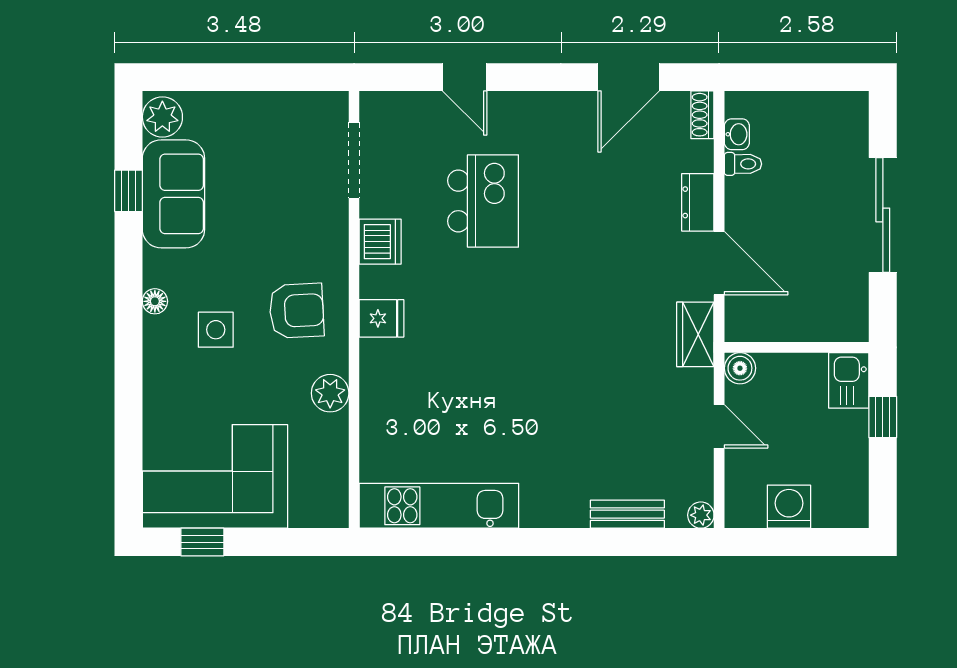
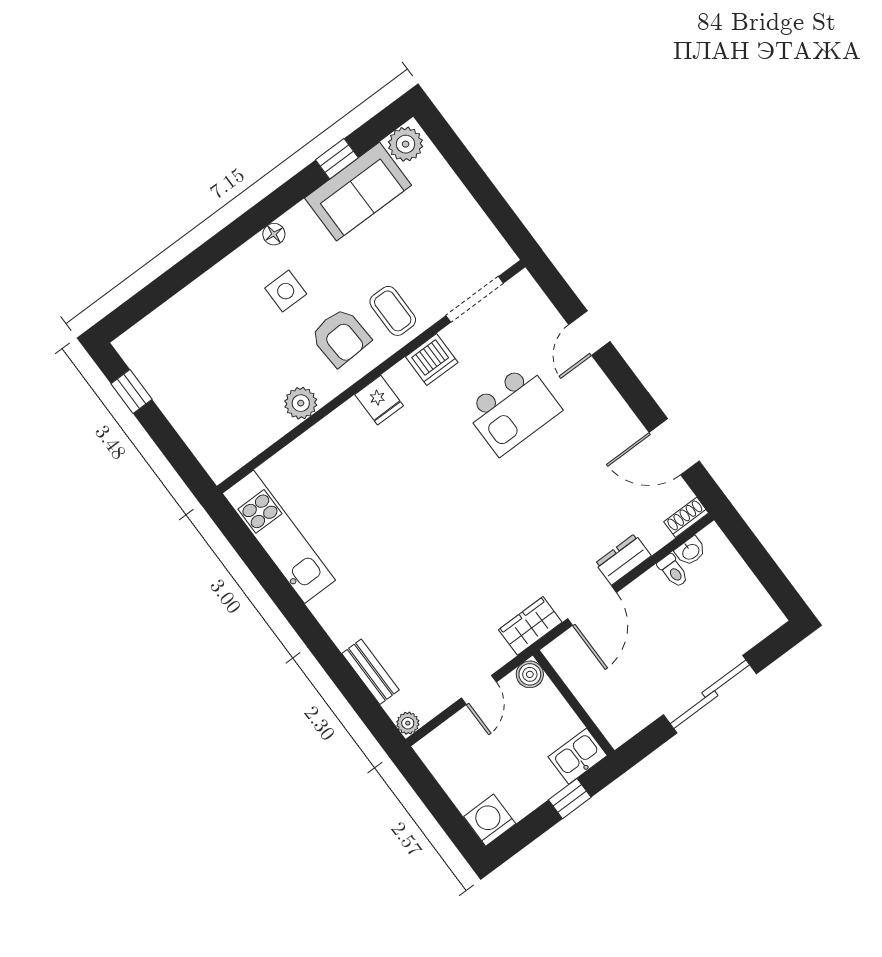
coffee table: (308, 244) -> (393, 311), added
corner sofa: (215, 476) -> (183, 366), removed
washing machine: (789, 507) -> (490, 820), moved, turned -90

